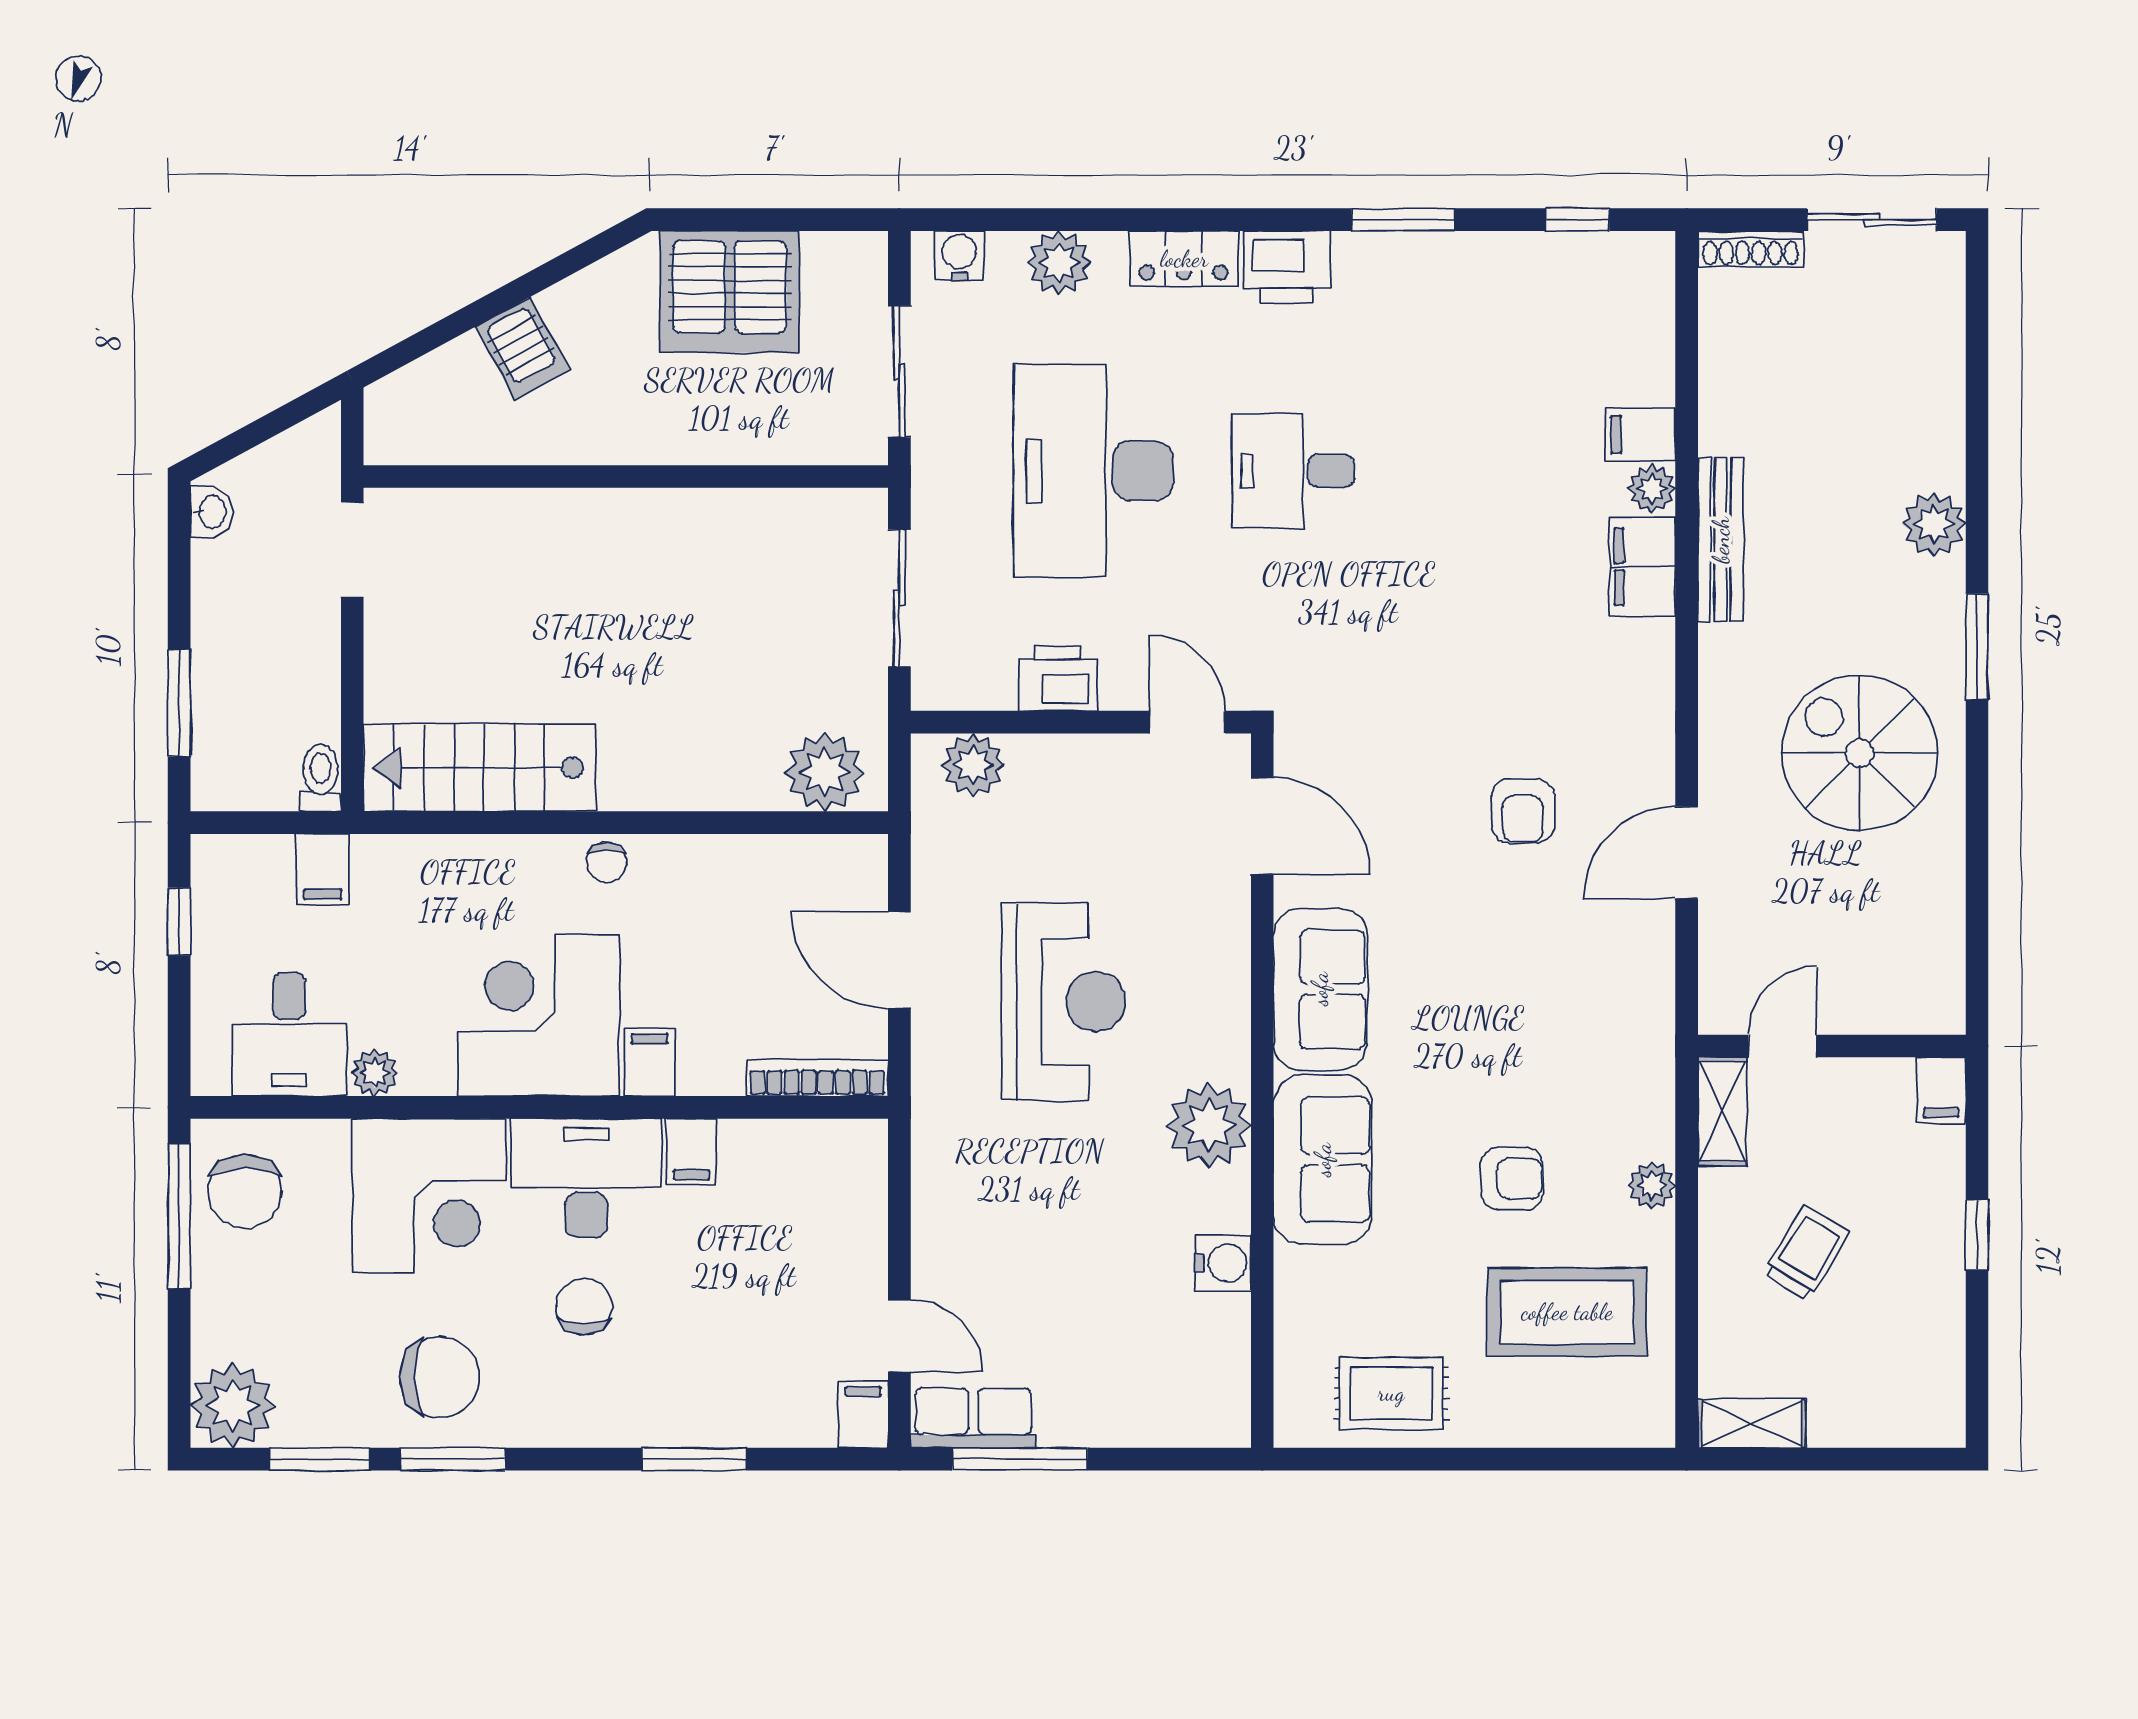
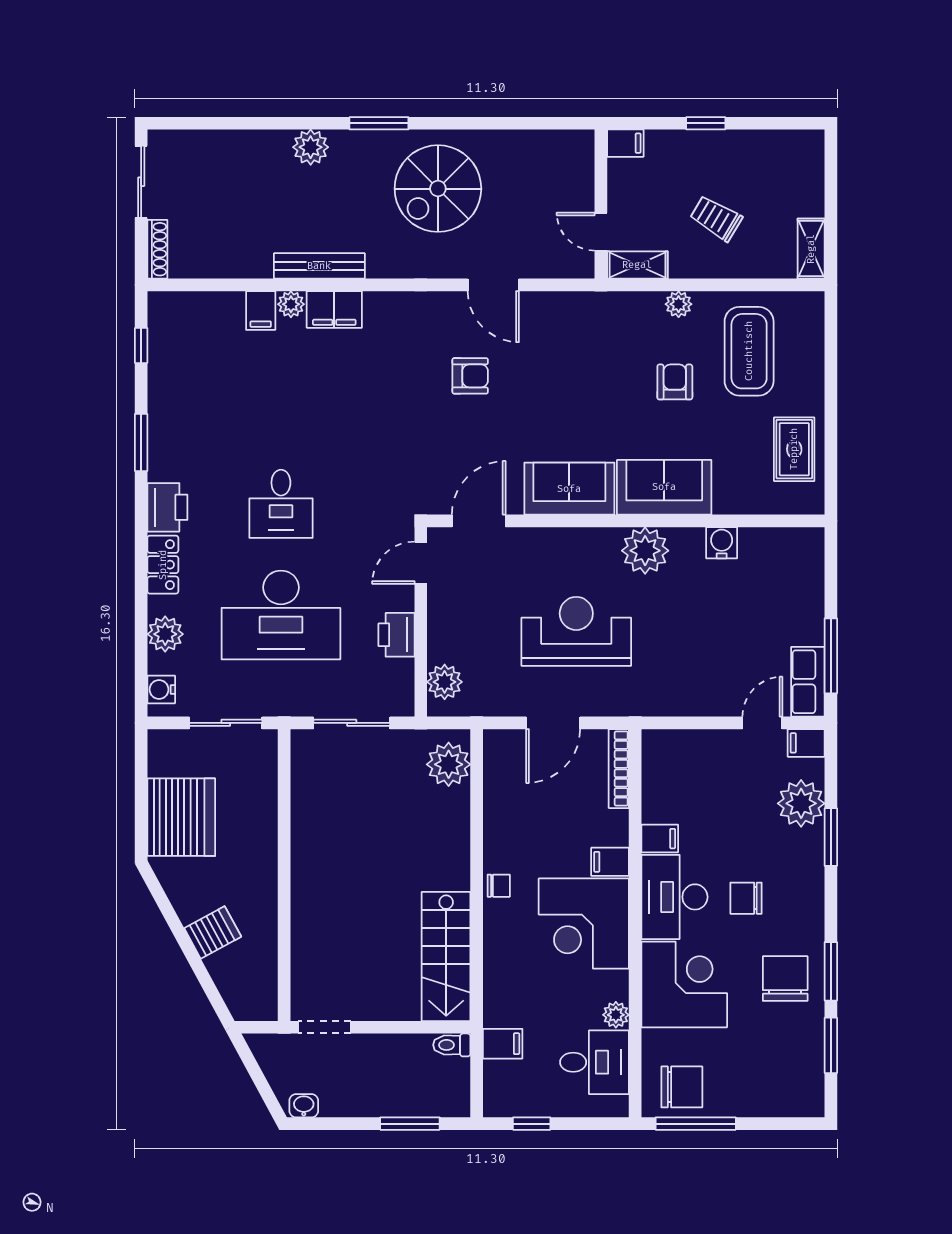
plant: (233, 1406) -> (801, 803), moved

